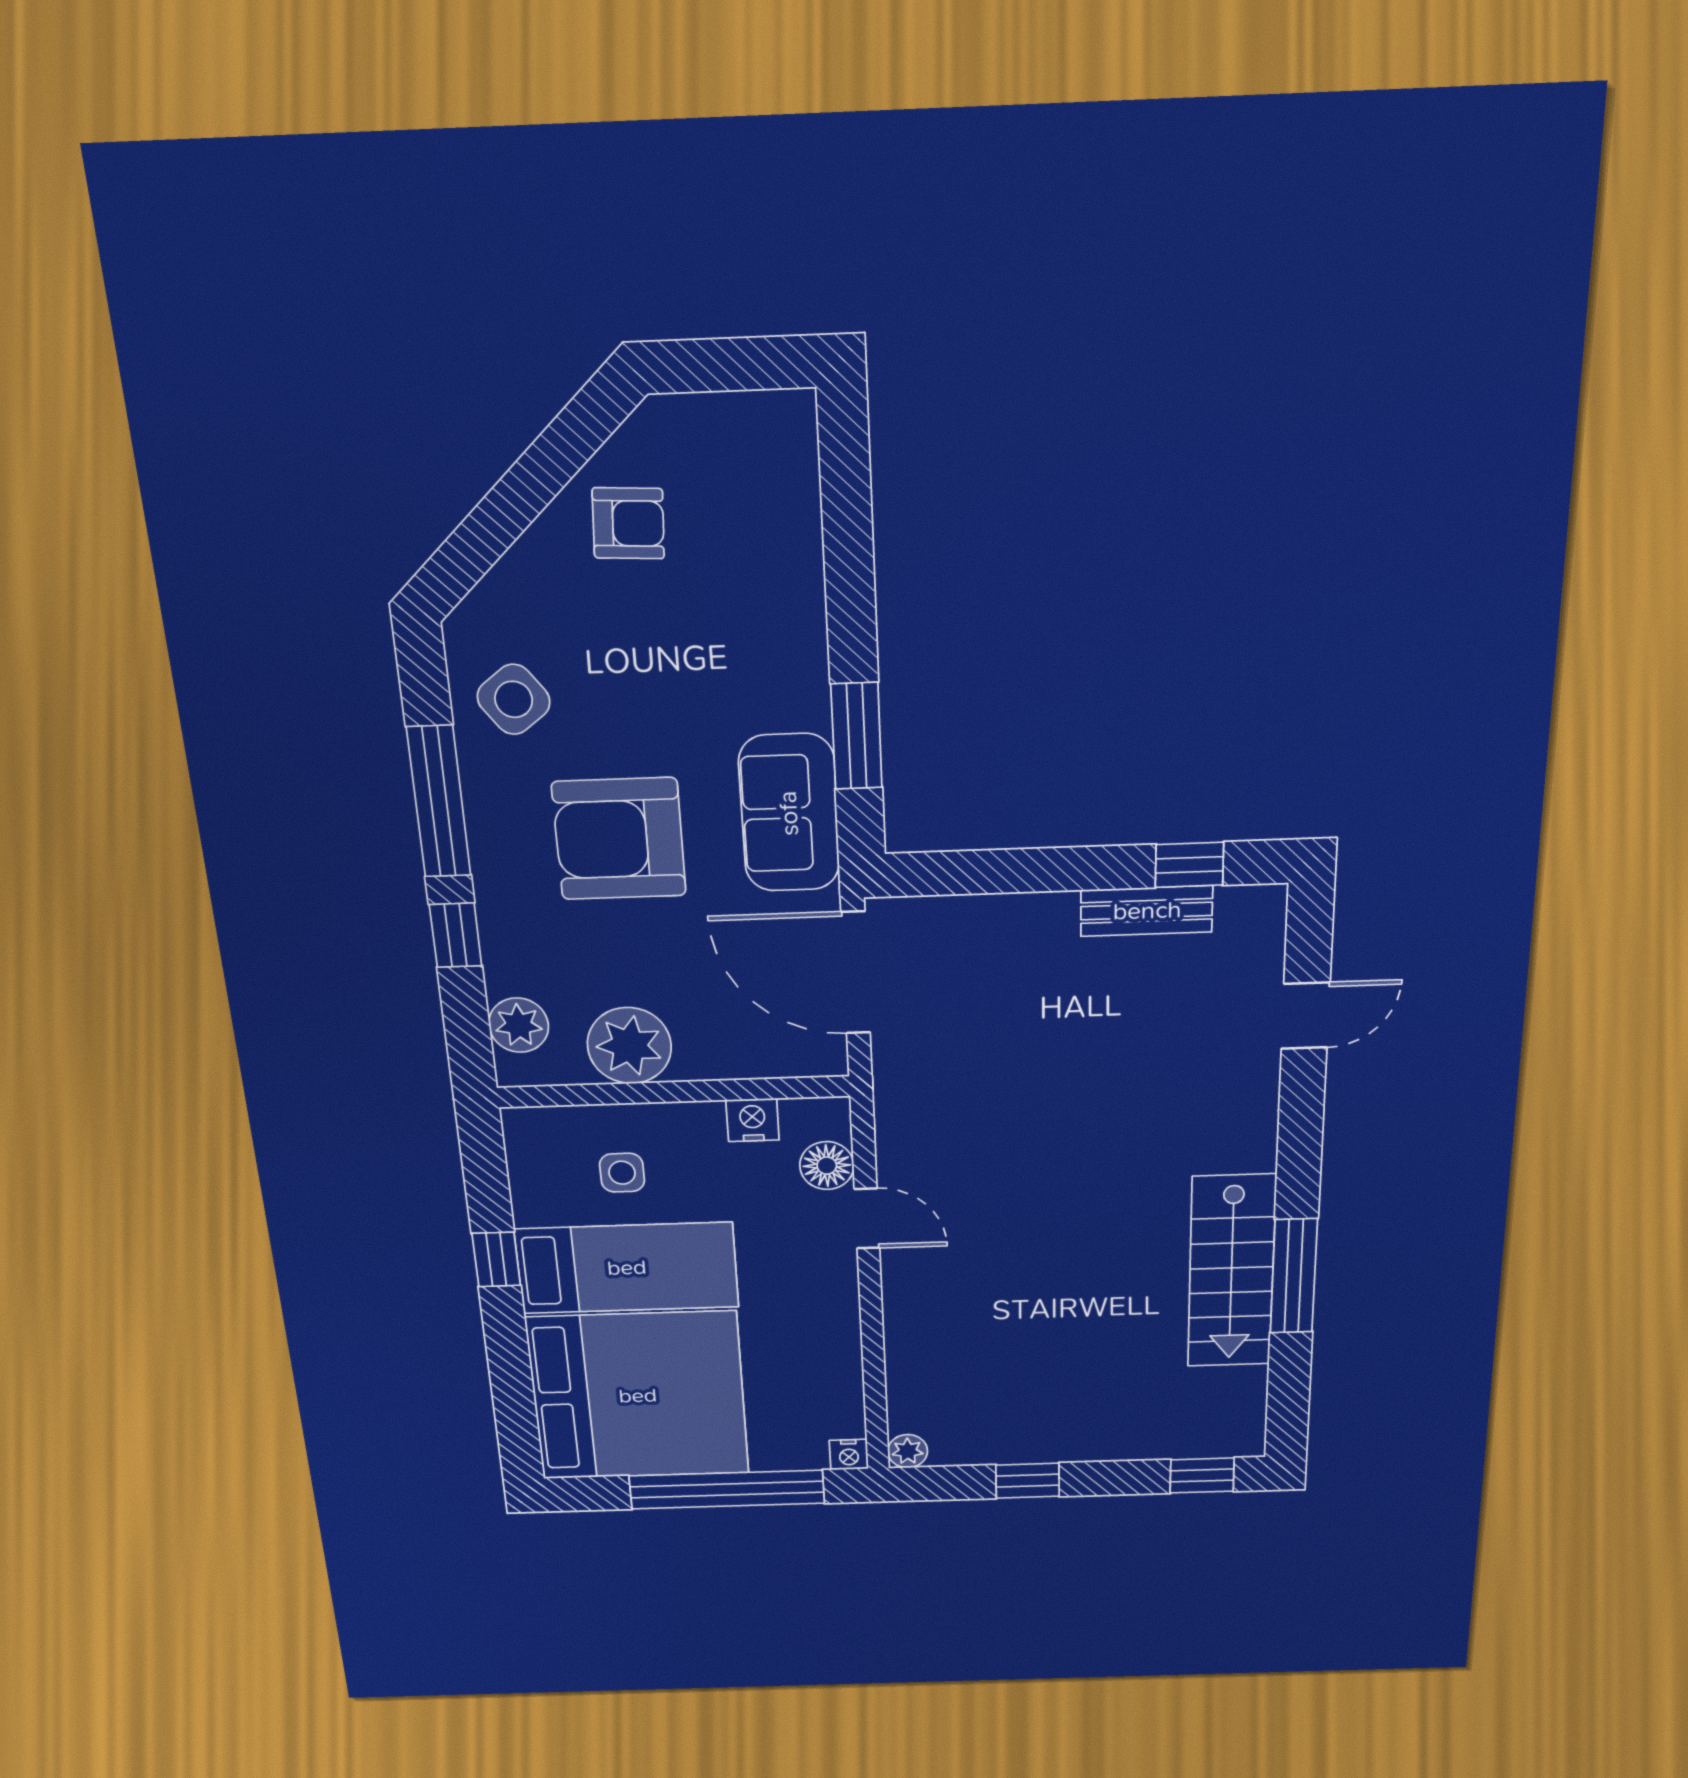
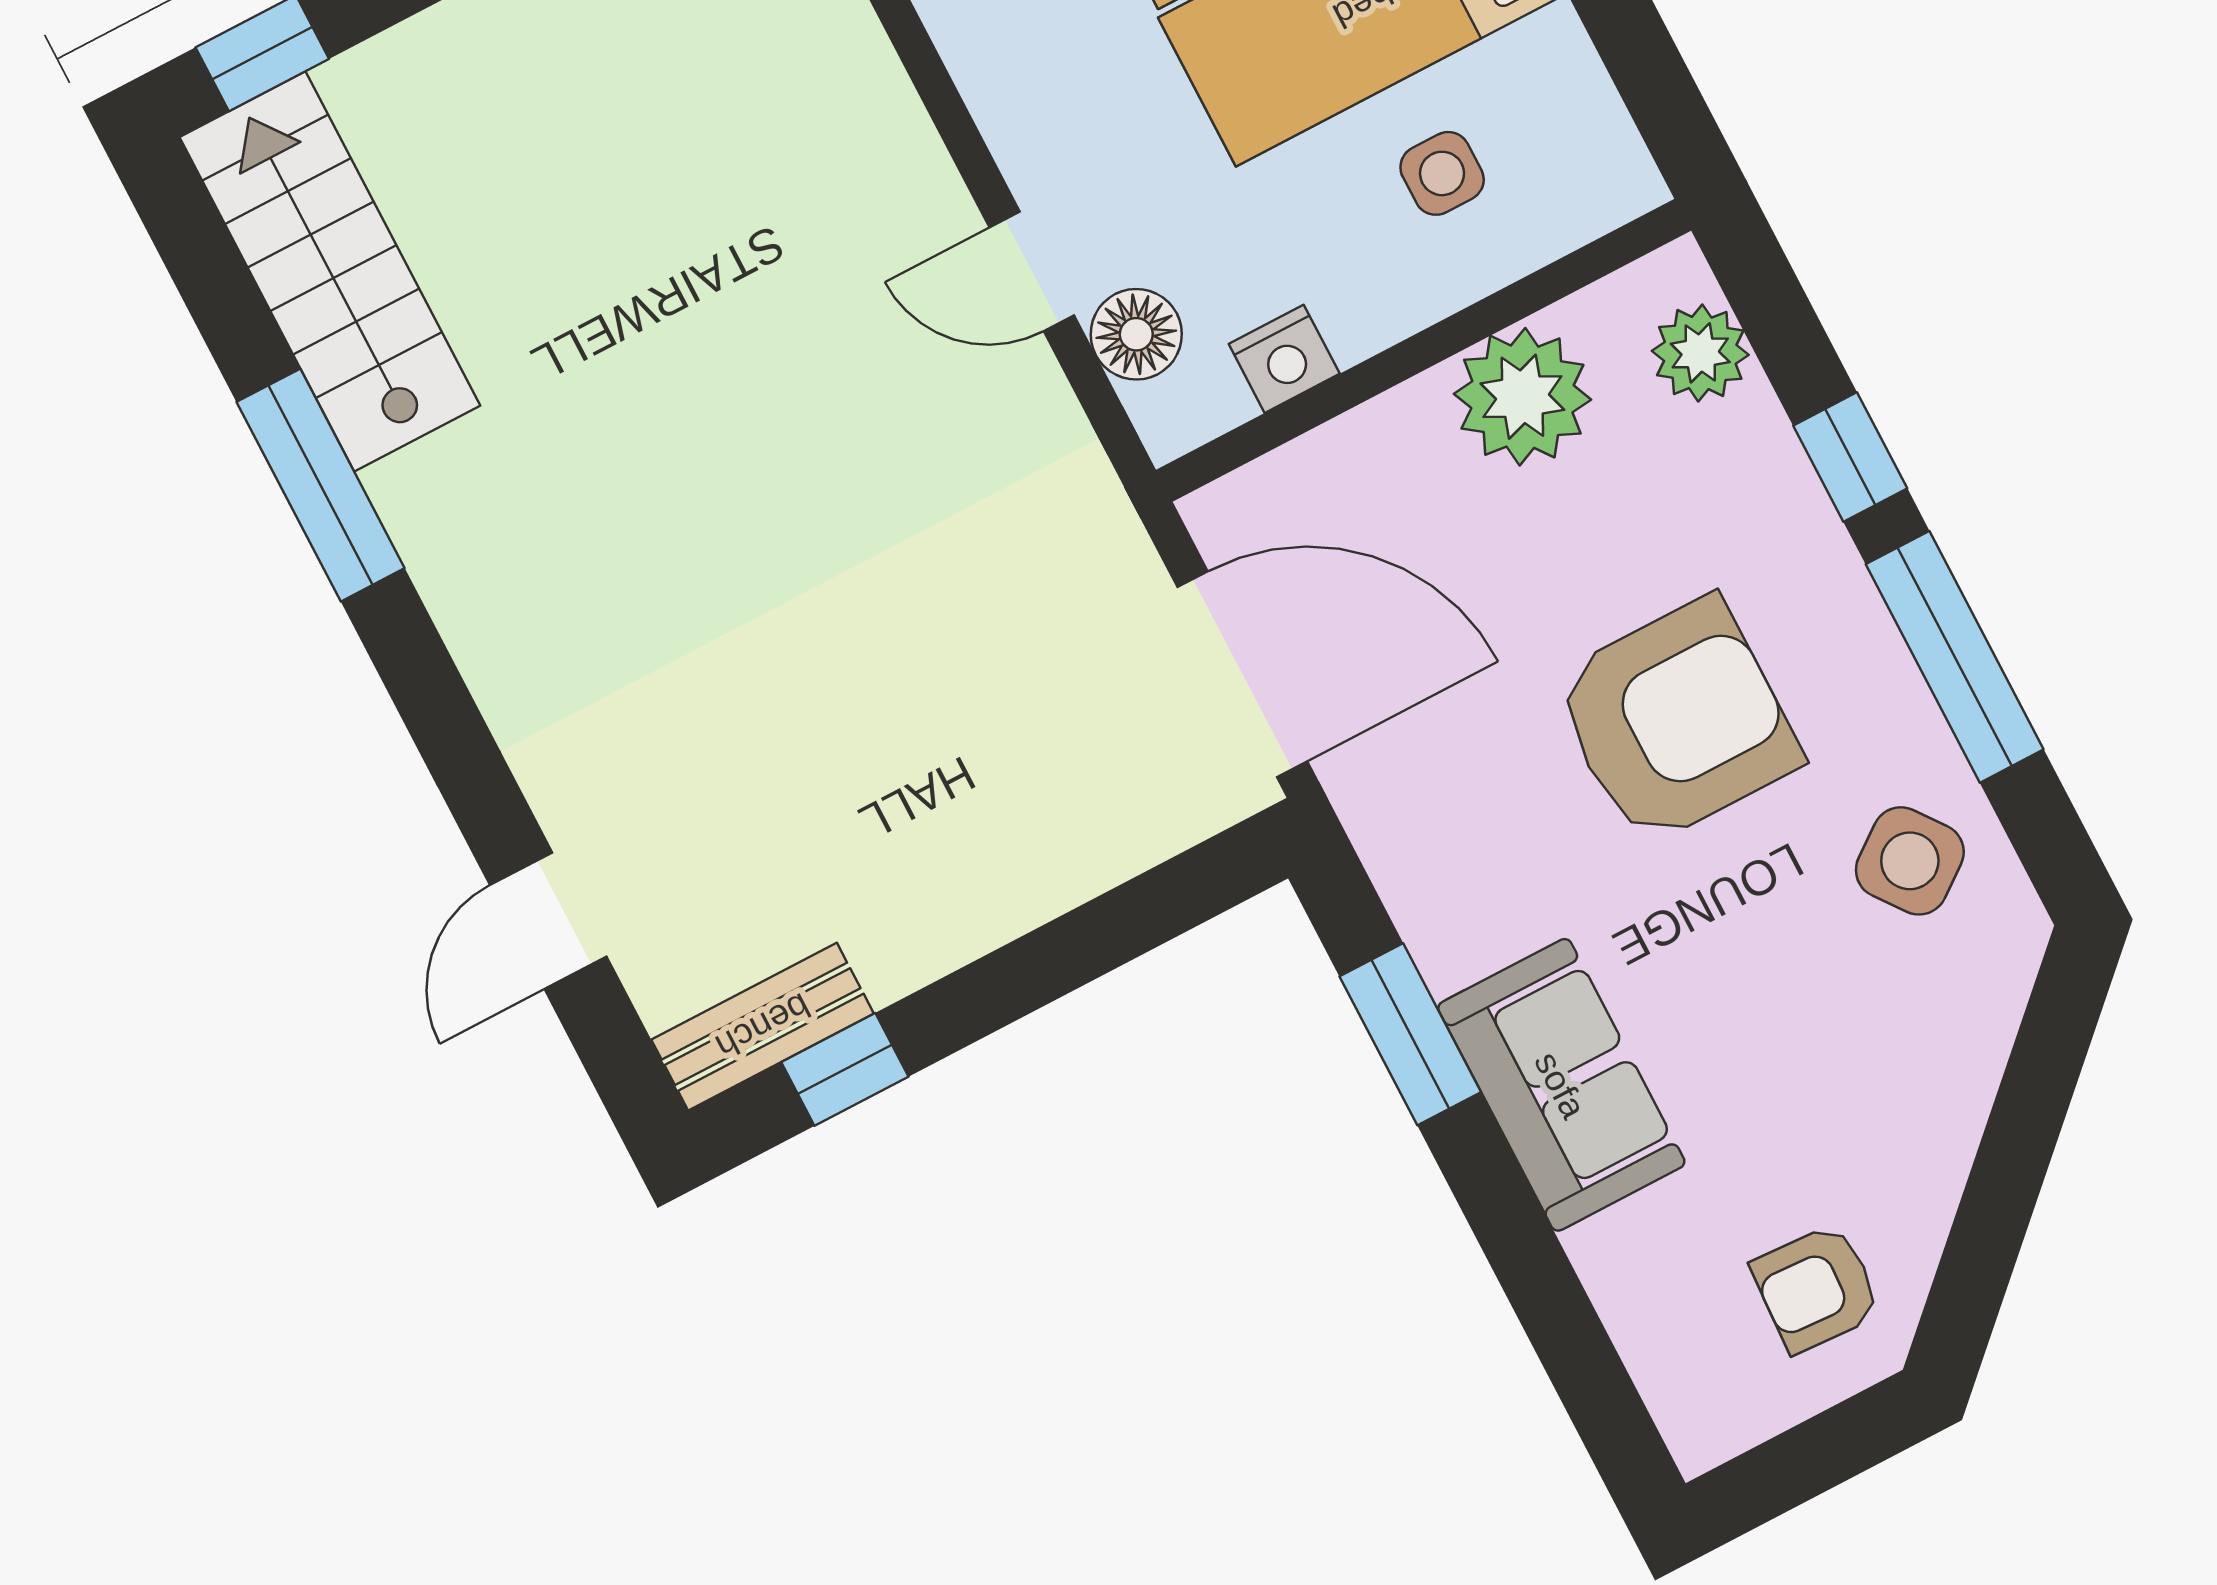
armchair: (628, 523) -> (1816, 1288), moved
sofa: (789, 813) -> (1561, 1085), moved
bench: (1147, 911) -> (763, 1027), moved
stairs: (1232, 1272) -> (330, 271), moved

